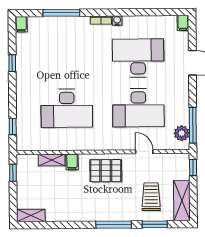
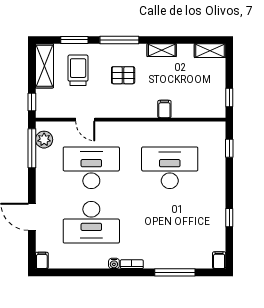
shelving: (52, 160) -> (162, 50), moved
pallet: (106, 171) -> (123, 75), moved, width x0.67, depth x0.71
trolley: (151, 197) -> (78, 70), turned 180

